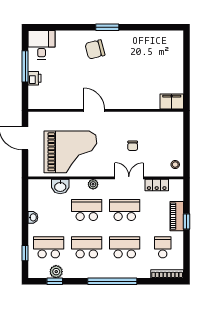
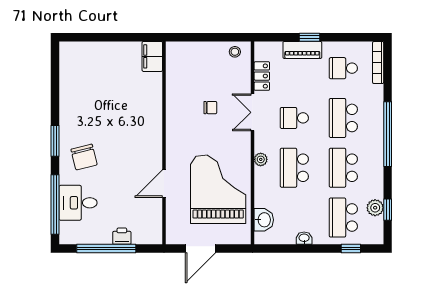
window: (59, 27) -> (55, 205), added
desk: (42, 45) -> (78, 203), moved
window: (25, 66) -> (106, 249), width x1.46
door: (94, 110) -> (164, 184), moved
washbasin: (60, 187) -> (264, 220), moved
school desk: (125, 210) -> (294, 118), width x0.54

